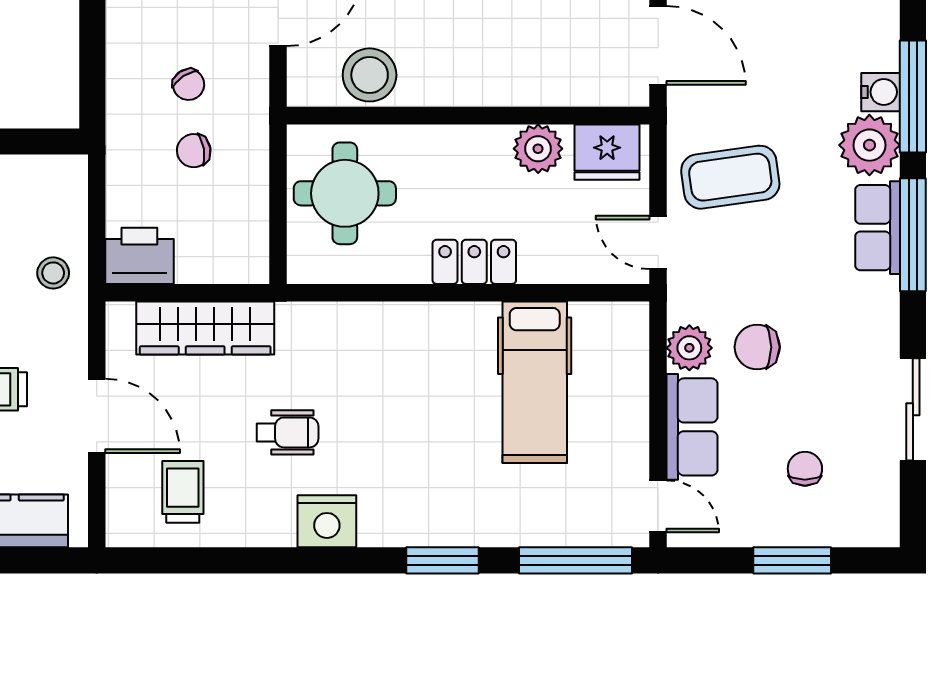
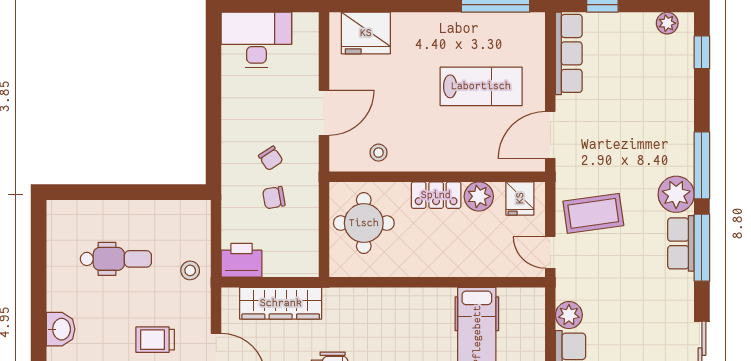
door: (658, 45) -> (550, 135), swing flipped
stool: (370, 75) -> (379, 153), width x0.53, depth x0.53
water cooler: (881, 92) -> (683, 163), removed
fridge: (607, 152) -> (520, 198), width x0.72
locker: (474, 262) -> (436, 195), moved, turned 180
chair: (757, 347) -> (609, 315), removed

